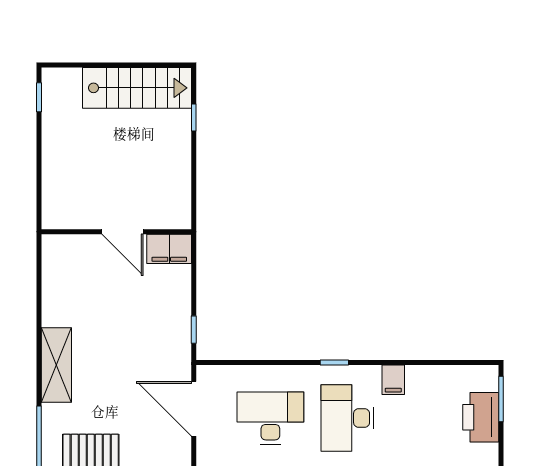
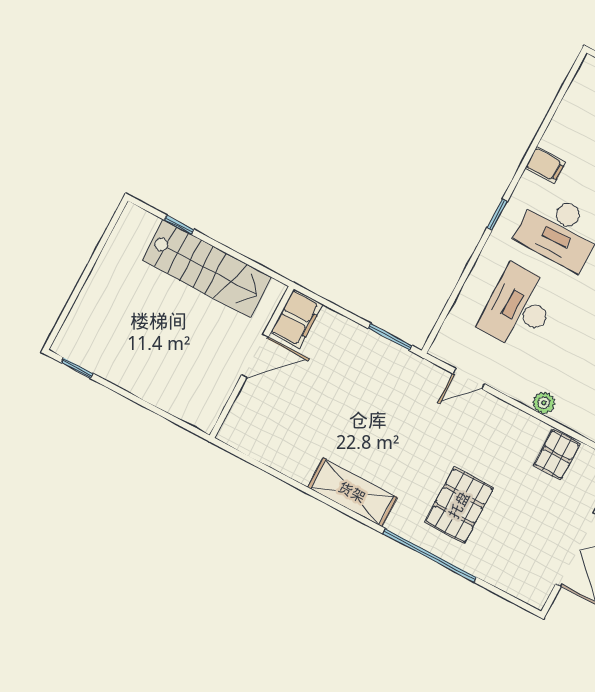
stairs: (137, 88) -> (207, 269), moved, turned 90
window: (194, 330) -> (390, 337), width x1.50
door: (194, 409) -> (469, 379), width x0.53

